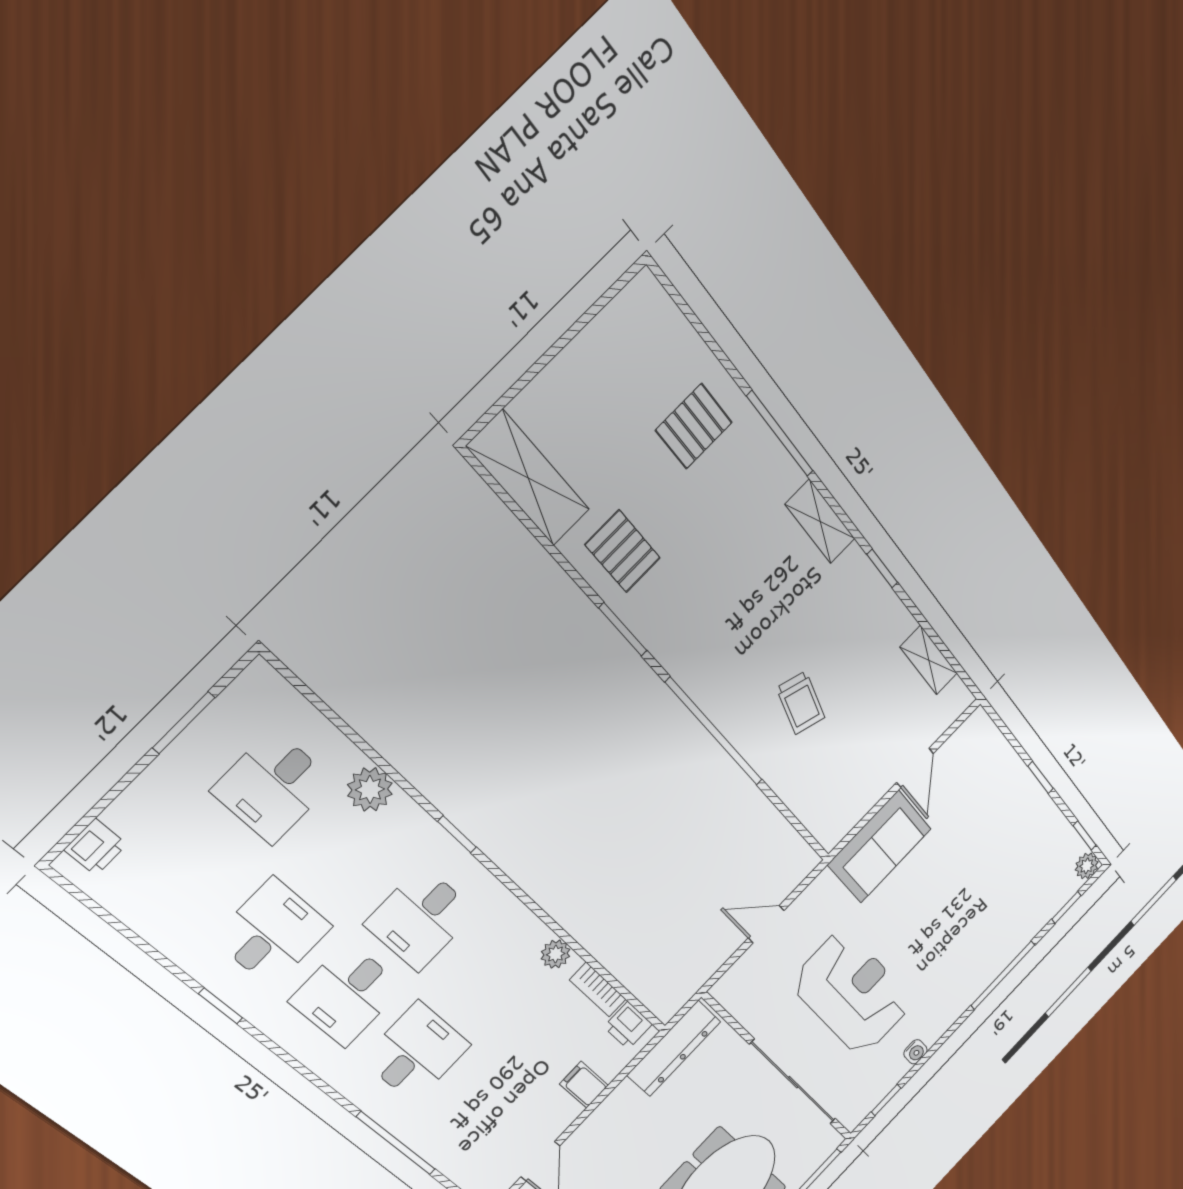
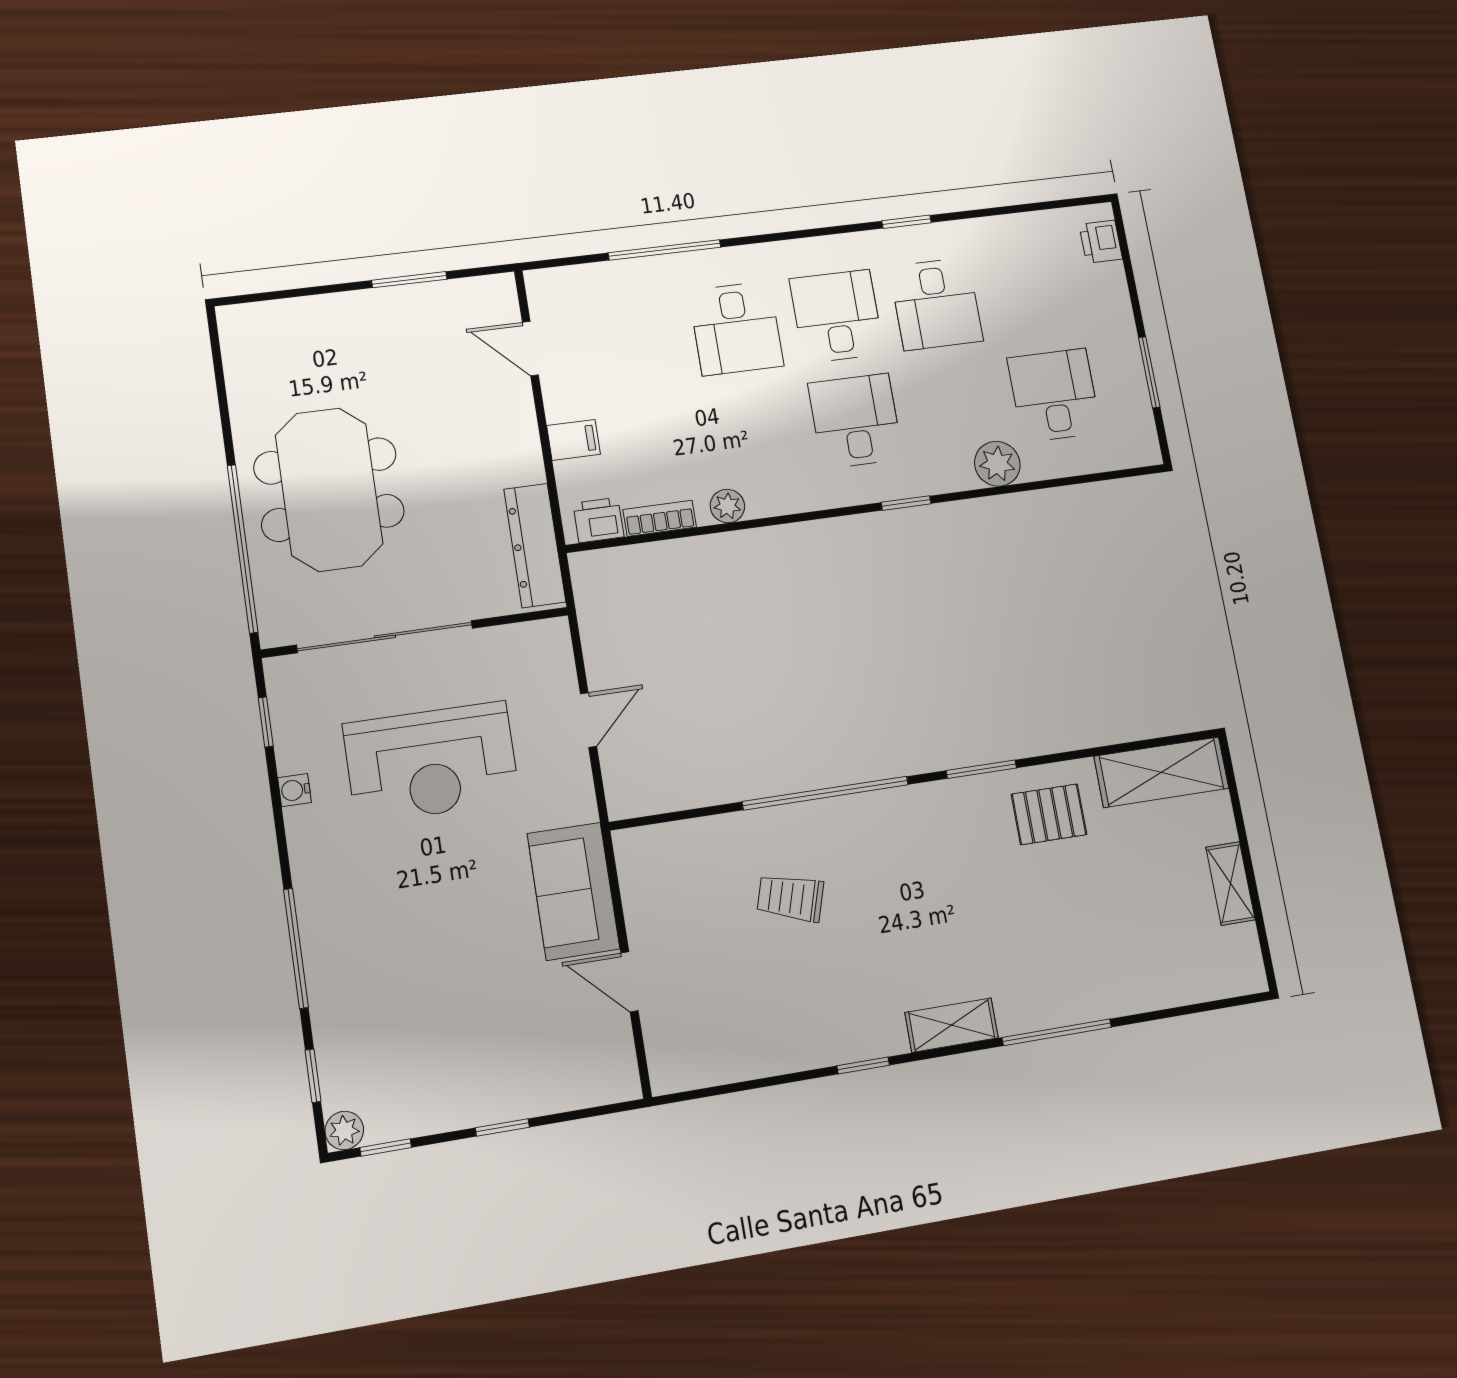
pallet: (694, 426) -> (1114, 951), removed
shelving: (929, 660) -> (1230, 883), moved, turned 90

